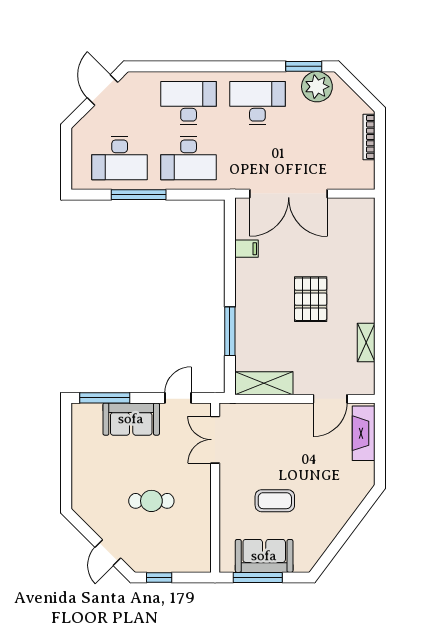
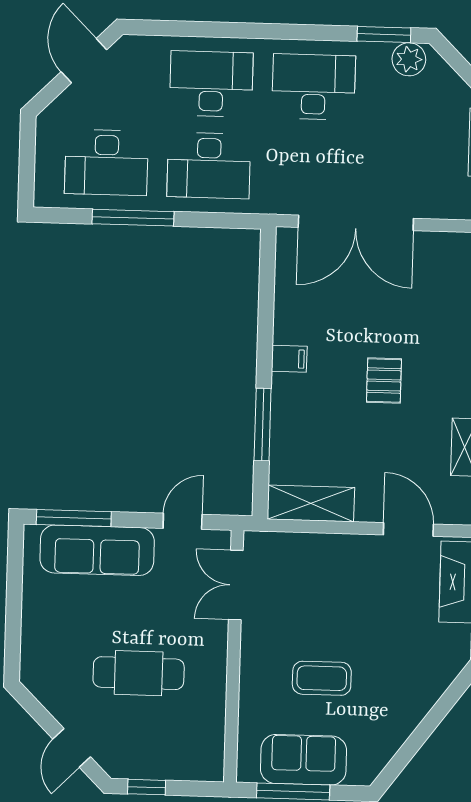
plant: (317, 87) -> (409, 59), width x0.73, depth x0.73
filing cabinet: (247, 249) -> (289, 359), moved
pallet: (311, 299) -> (384, 380), width x0.67, depth x0.71
door: (330, 399) -> (408, 529), swing flipped
sofa: (131, 419) -> (97, 550), width x1.36
cafe table: (151, 501) -> (139, 673), width x1.37, depth x1.35

